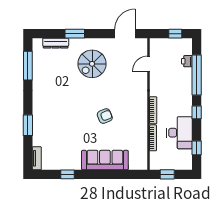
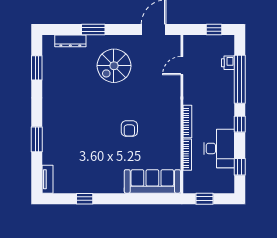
window: (28, 66) -> (37, 68), width x0.69
armchair: (105, 116) -> (129, 129), turned 112
sofa: (105, 160) -> (152, 181), moved

